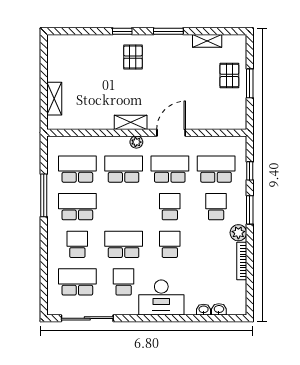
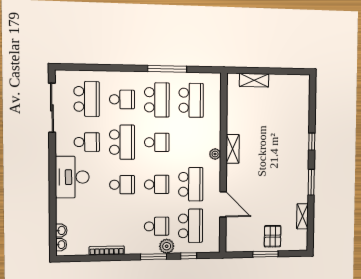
pallet: (133, 57) -> (290, 151), removed
pallet: (229, 75) -> (273, 236), turned 90
door: (171, 133) -> (223, 204), moved
school desk: (124, 169) -> (157, 142), moved, width x0.54
plant: (238, 233) -> (167, 246), moved
washbasin: (204, 310) -> (61, 245), moved

